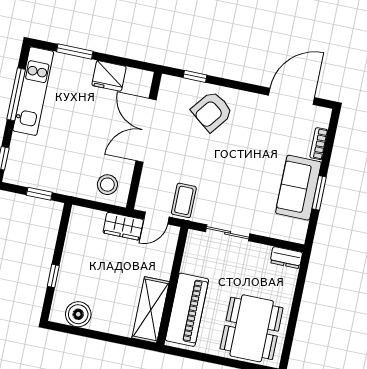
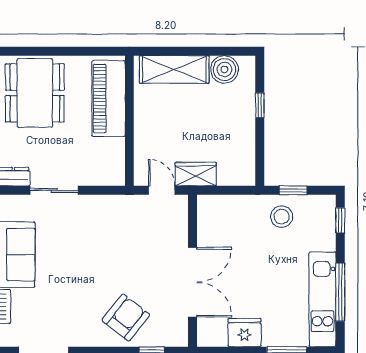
stool: (107, 185) -> (282, 217), moved
coffee table: (184, 200) -> (136, 215), removed
door: (156, 218) -> (162, 190), hinge flipped
sliding door: (228, 233) -> (54, 190), moved
shelving: (151, 310) -> (174, 69), moved, turned 90

